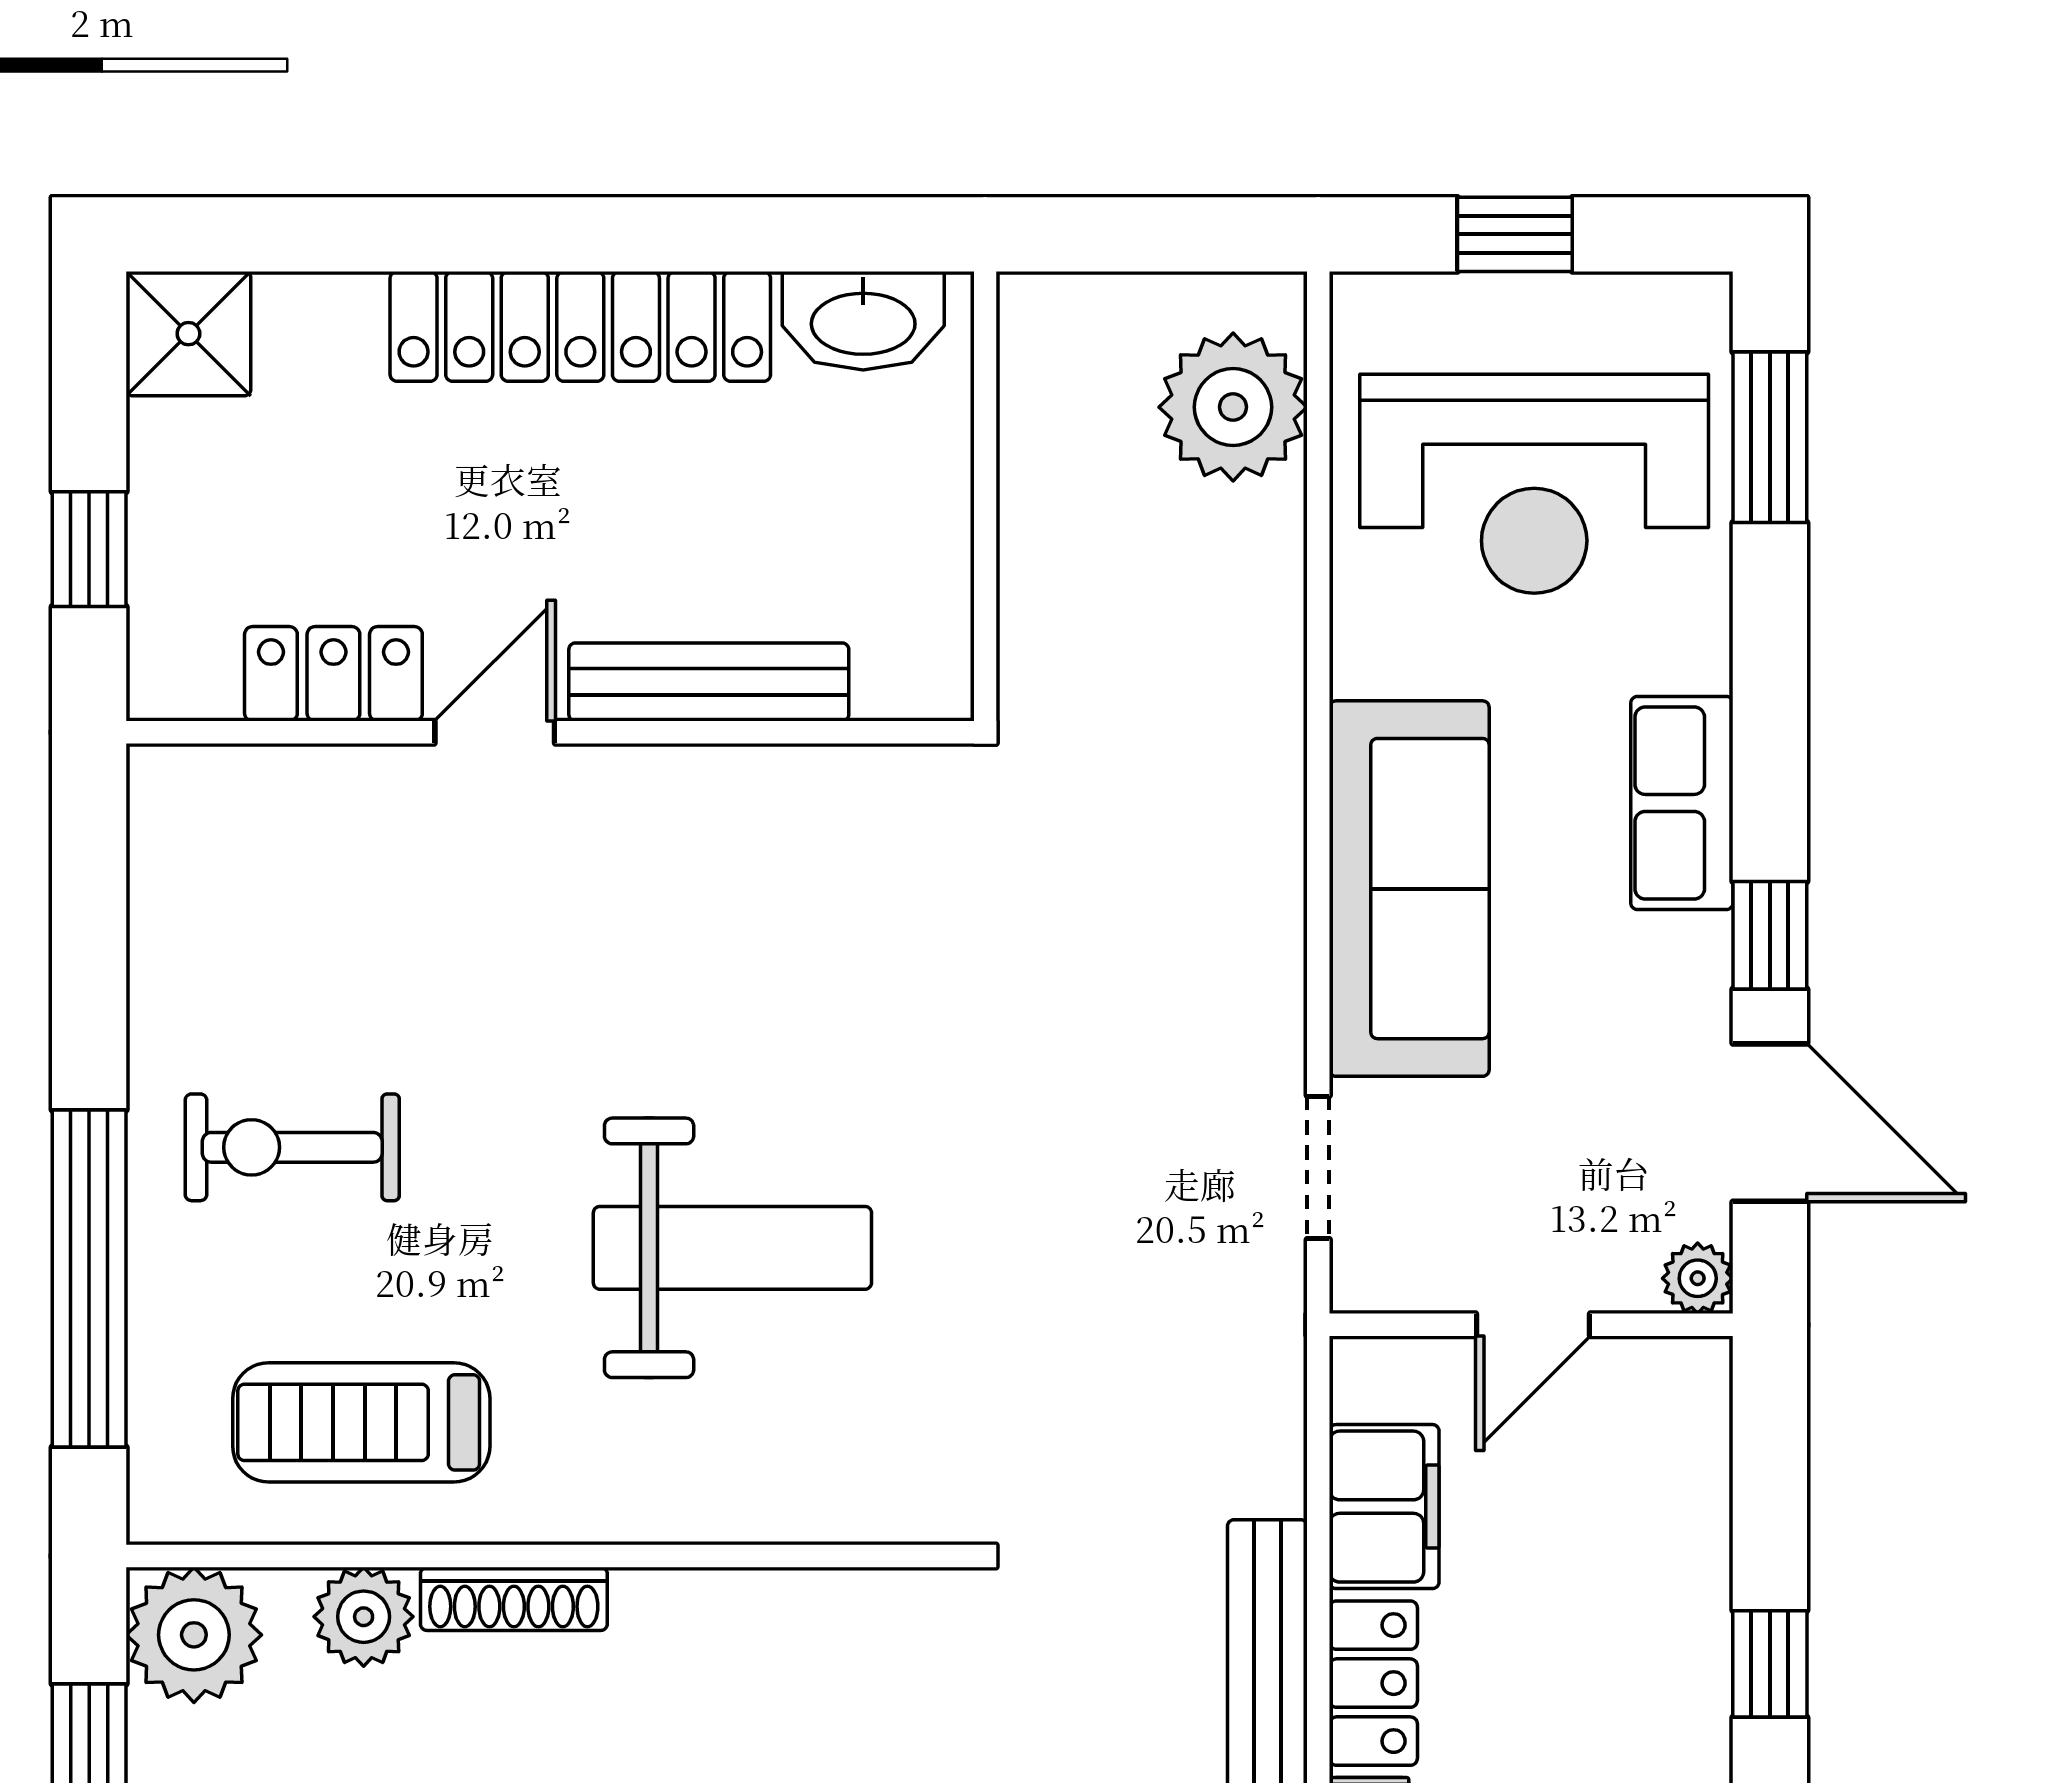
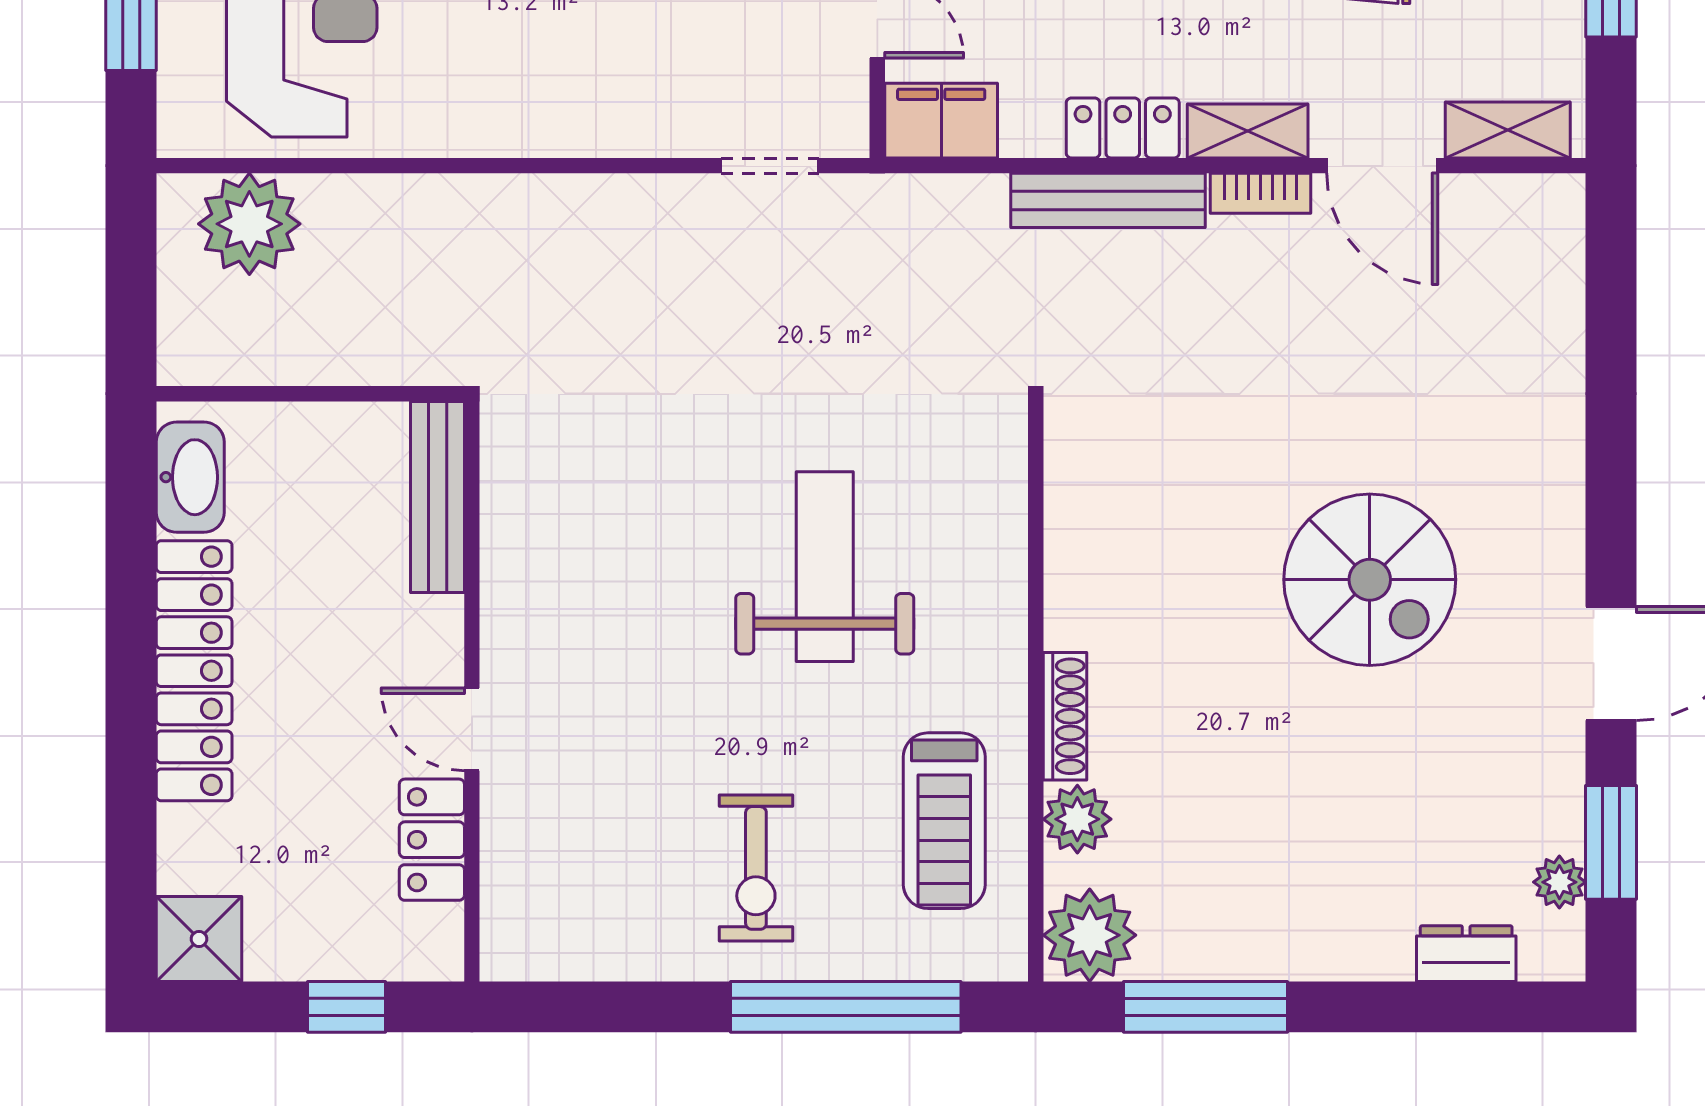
bench: (709, 682) -> (437, 497), moved
sofa: (1409, 889) -> (579, 103), removed
filing cabinet: (1384, 1507) -> (941, 121), moved

